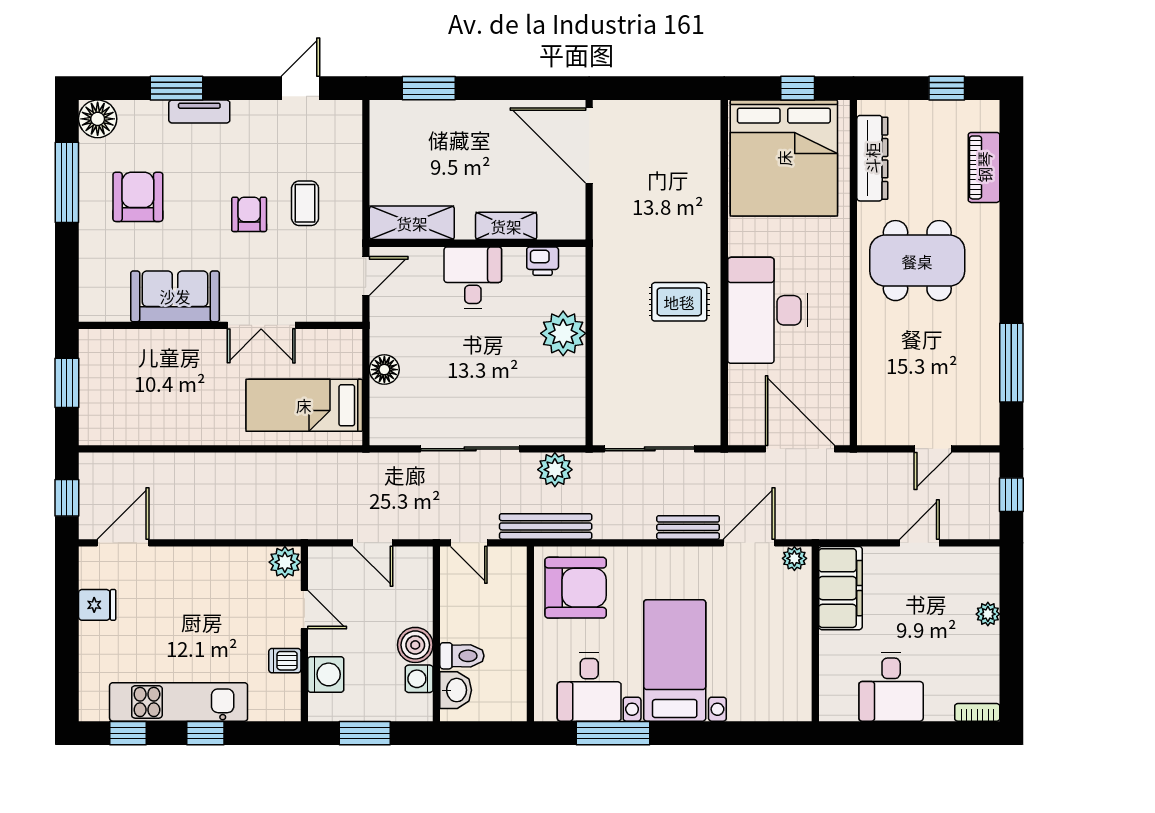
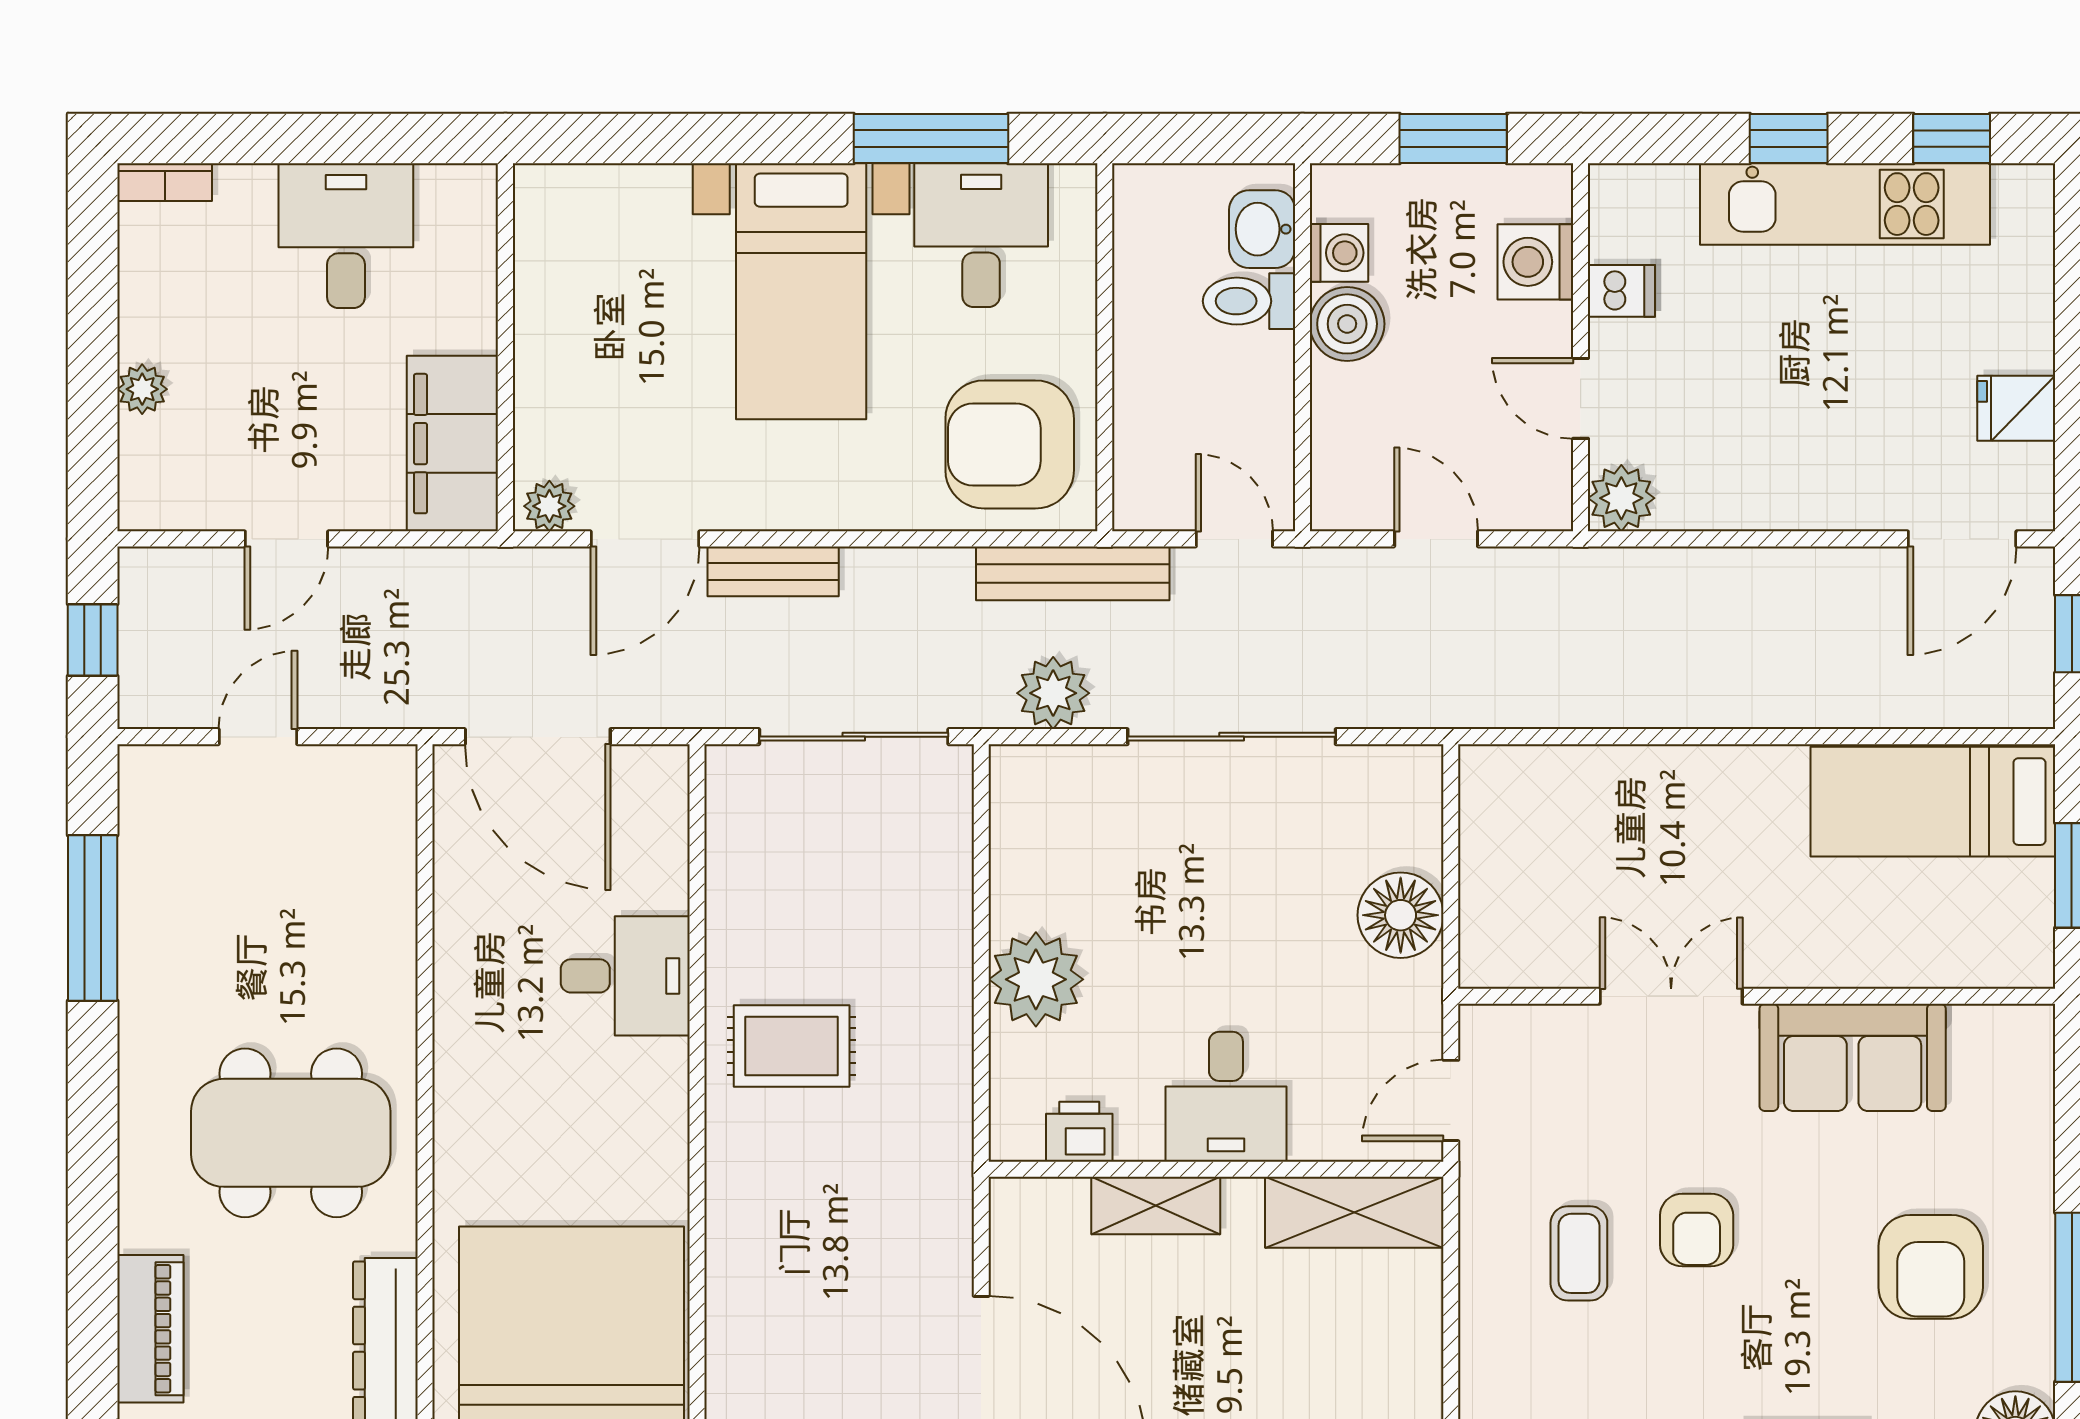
desk: (768, 310) -> (625, 976), width x0.53, depth x0.77
floor lamp: (384, 370) -> (1401, 915), width x1.38, depth x1.38
bed: (304, 405) -> (1933, 802), moved, turned 180

